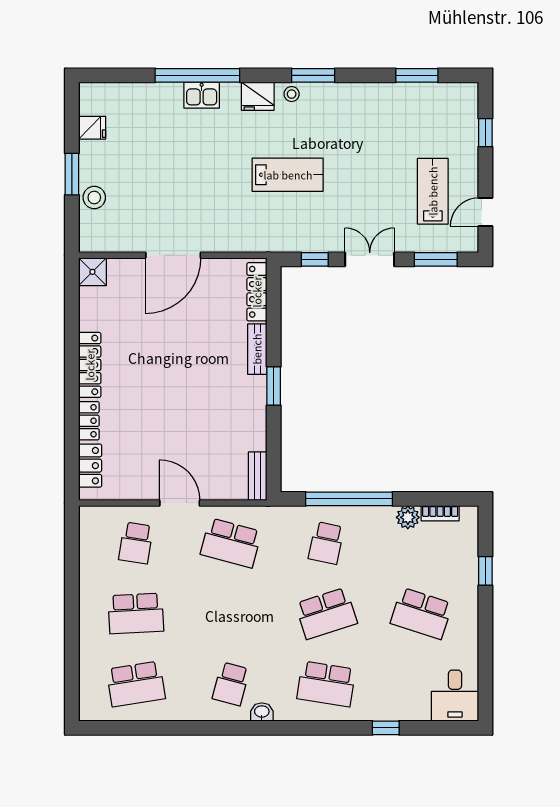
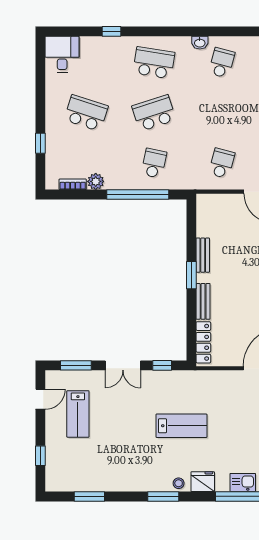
lab bench: (288, 175) -> (181, 426), turned 180
bench: (258, 476) -> (203, 255), moved
school desk: (231, 543) -> (222, 163), width x0.54

